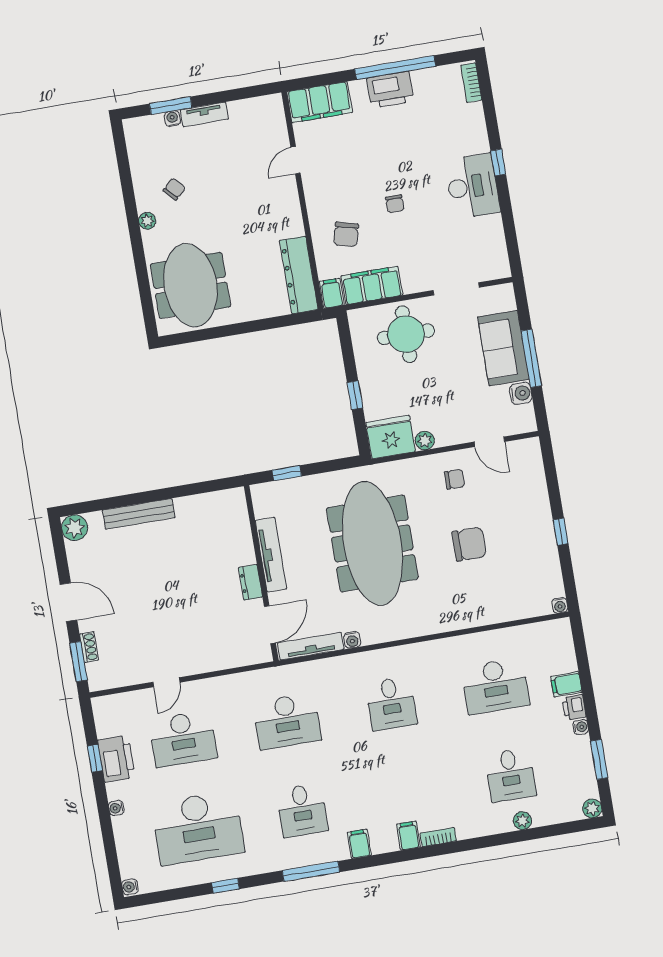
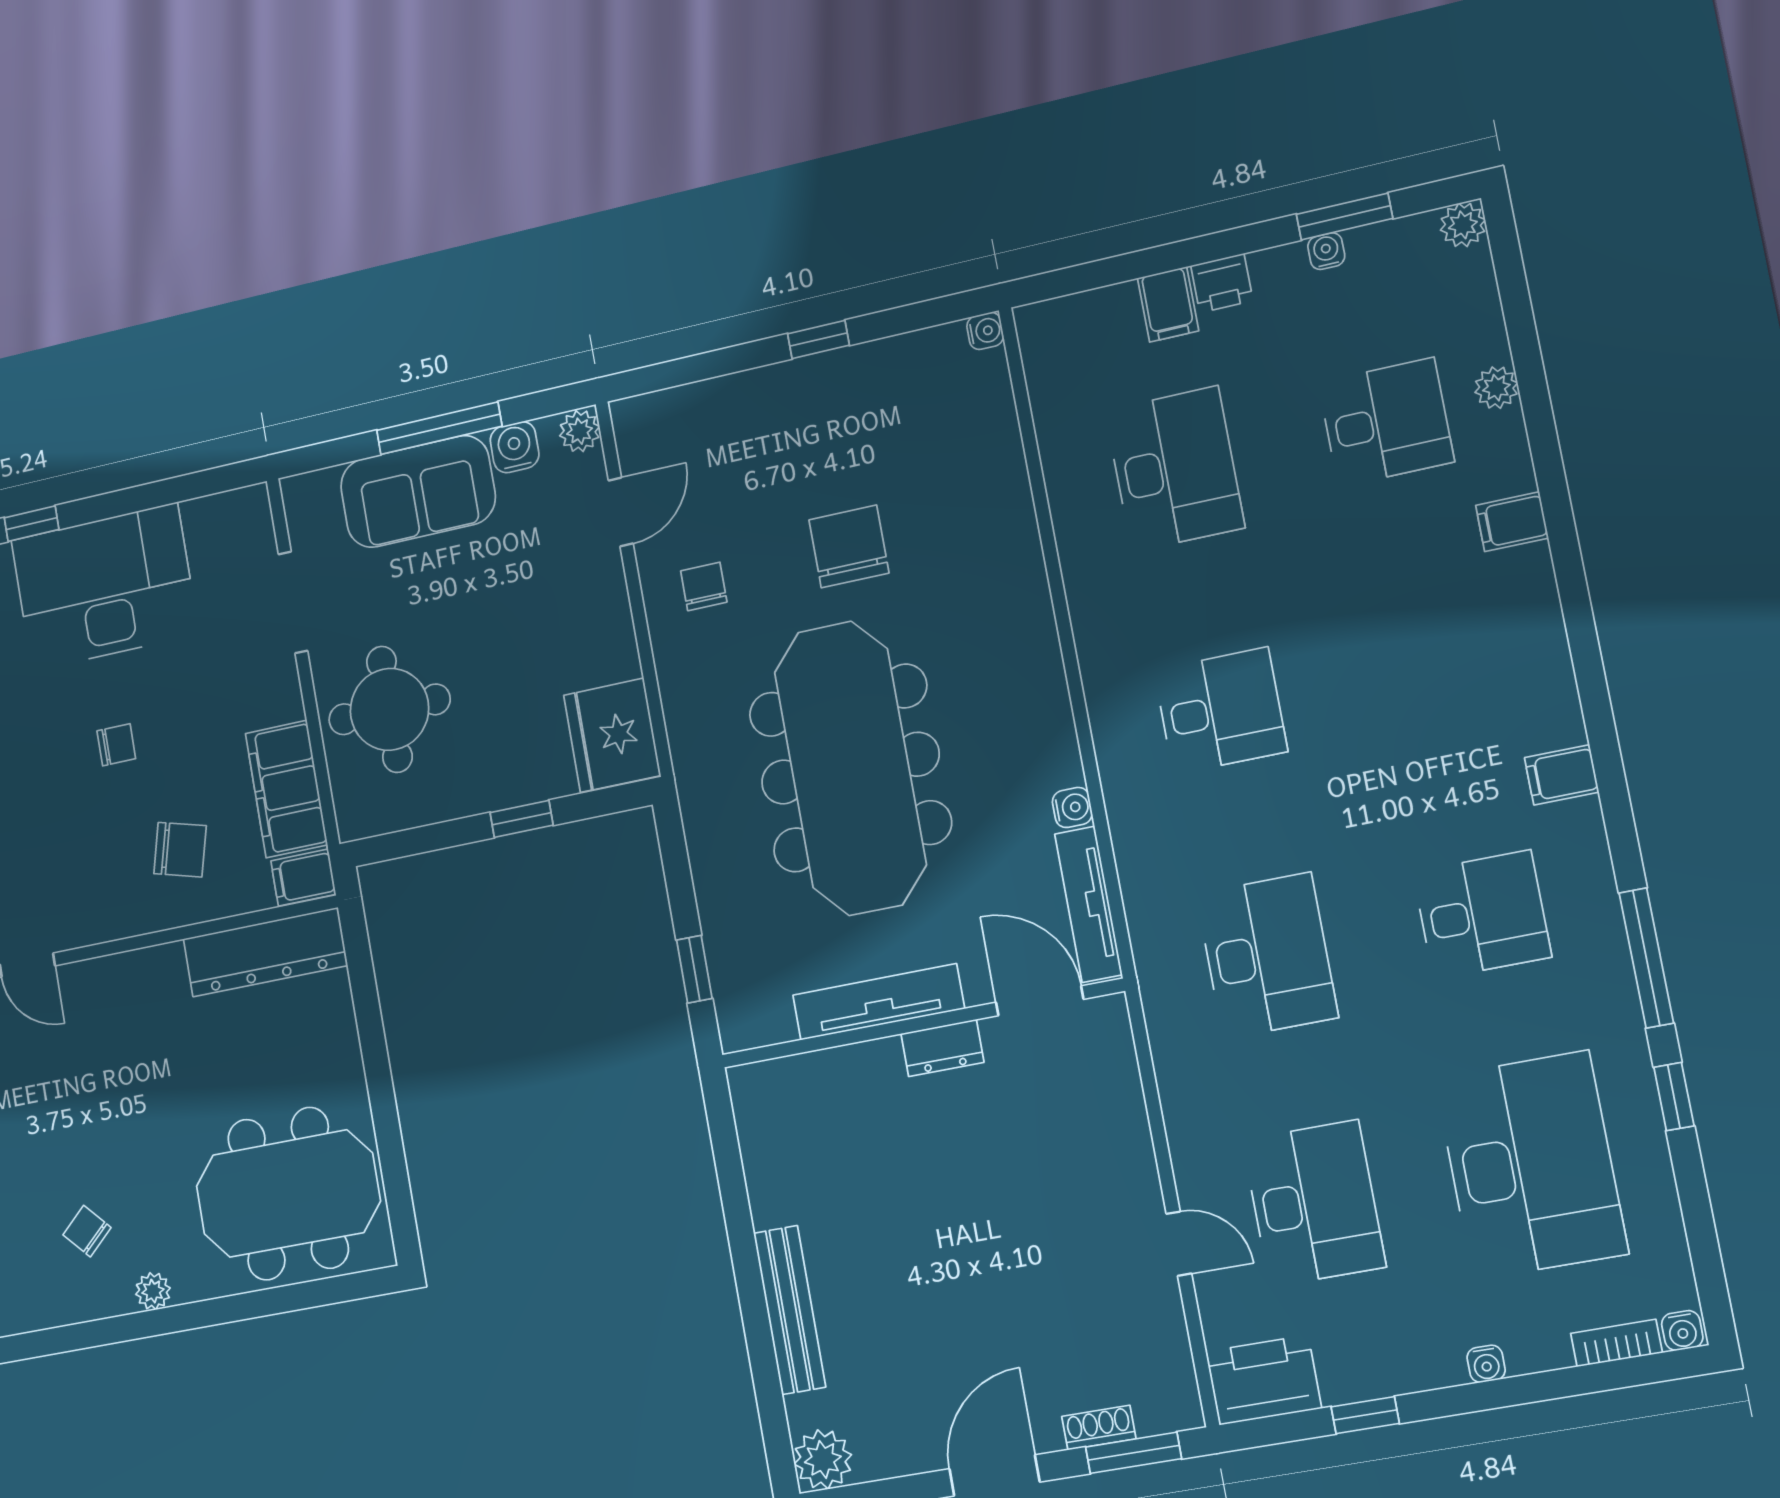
desk: (472, 186) -> (105, 587), width x1.36, depth x1.30
plant: (425, 441) -> (580, 431), moved
meeting table: (372, 543) -> (850, 768), turned 90
water cooler: (581, 727) -> (1326, 251), moved
printer: (116, 759) -> (1264, 1380), moved
filing cabinet: (408, 836) -> (1512, 522), moved
bookcase: (438, 837) -> (1616, 1343), moved, turned 90
window: (311, 871) -> (1646, 958), moved

